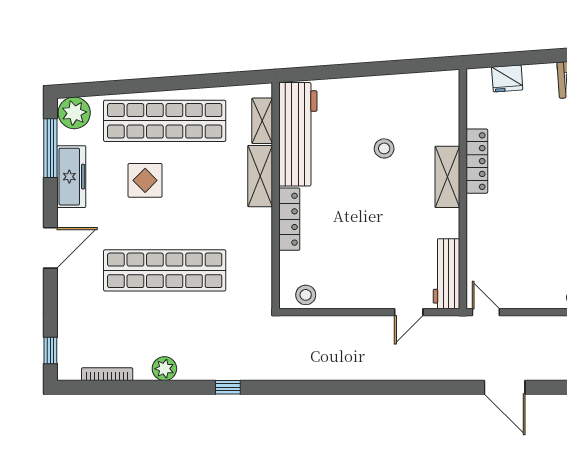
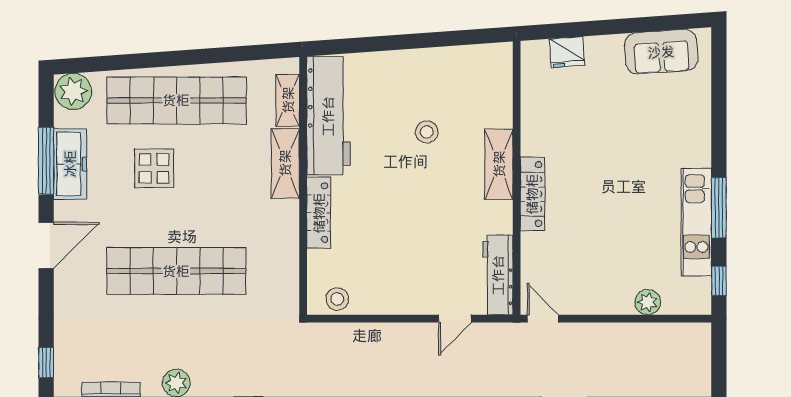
window: (50, 148) -> (46, 161), moved
locker: (477, 161) -> (532, 194), moved

